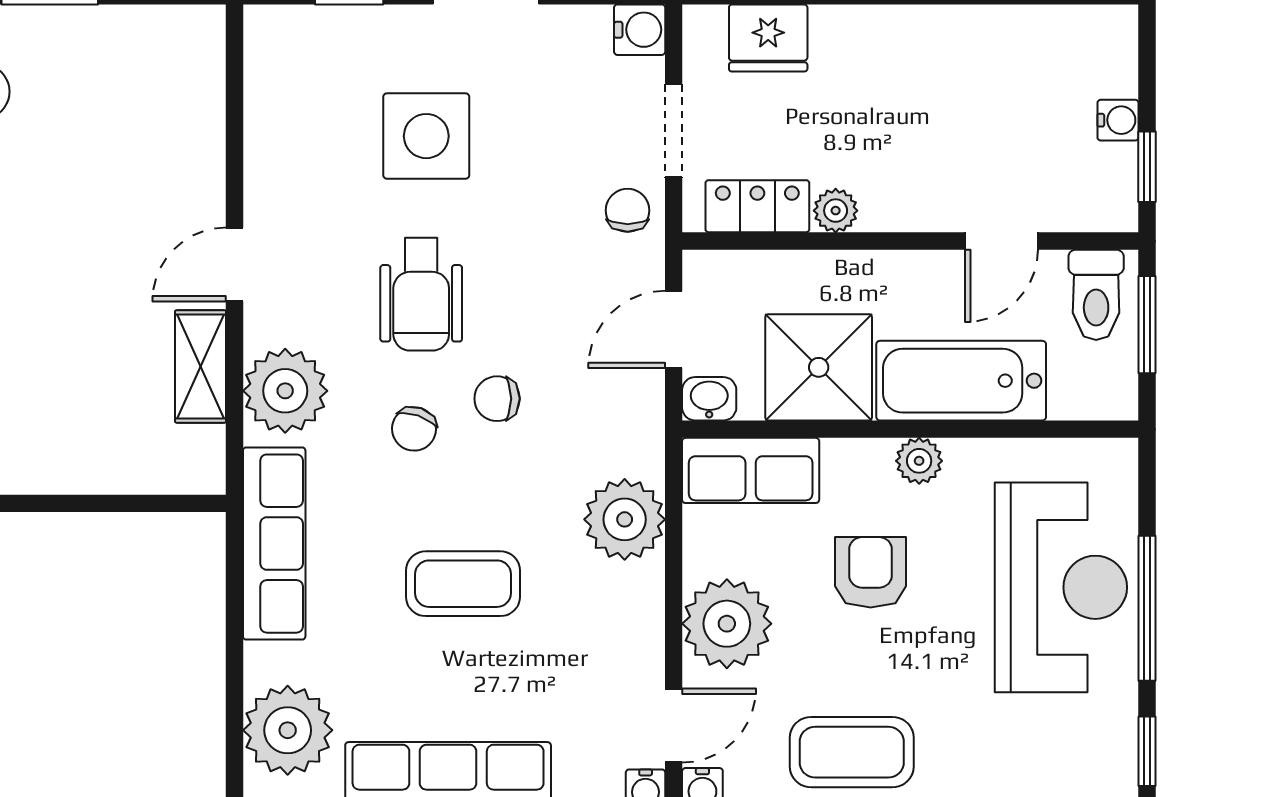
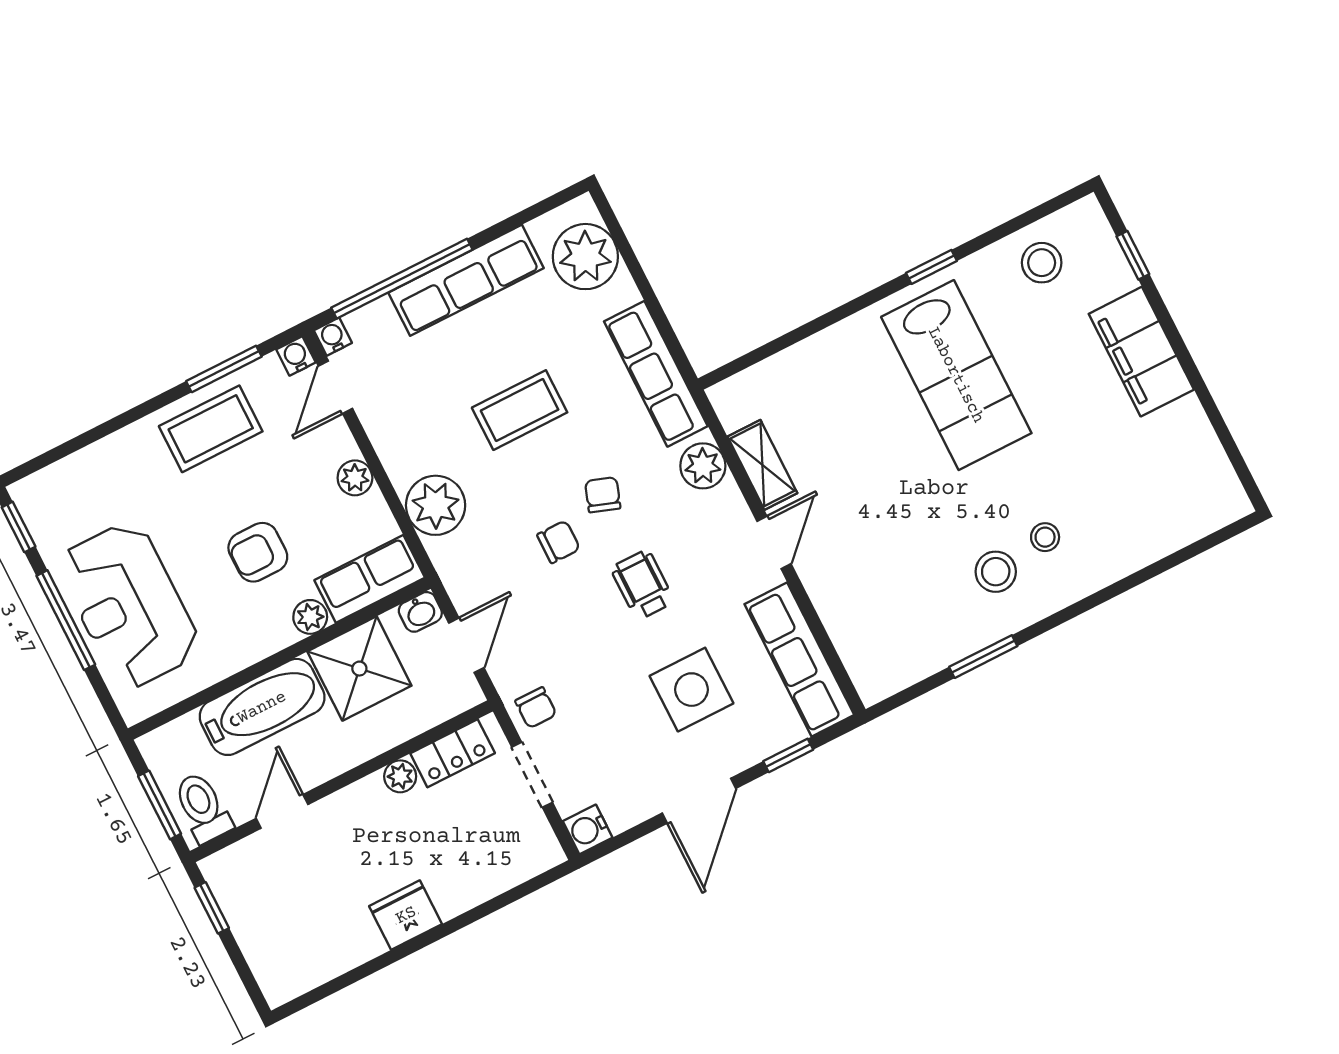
fridge: (768, 38) -> (406, 915), moved
row of seats: (276, 106) -> (799, 659), added
water cooler: (1118, 120) -> (246, 929), removed
wheelchair: (421, 294) -> (643, 585), width x0.73, depth x0.73
plant: (285, 391) -> (703, 466), width x0.73, depth x0.73
plant: (919, 461) -> (310, 617), moved
armchair: (871, 572) -> (258, 552), turned 90
plant: (727, 624) -> (355, 478), width x0.53, depth x0.53

